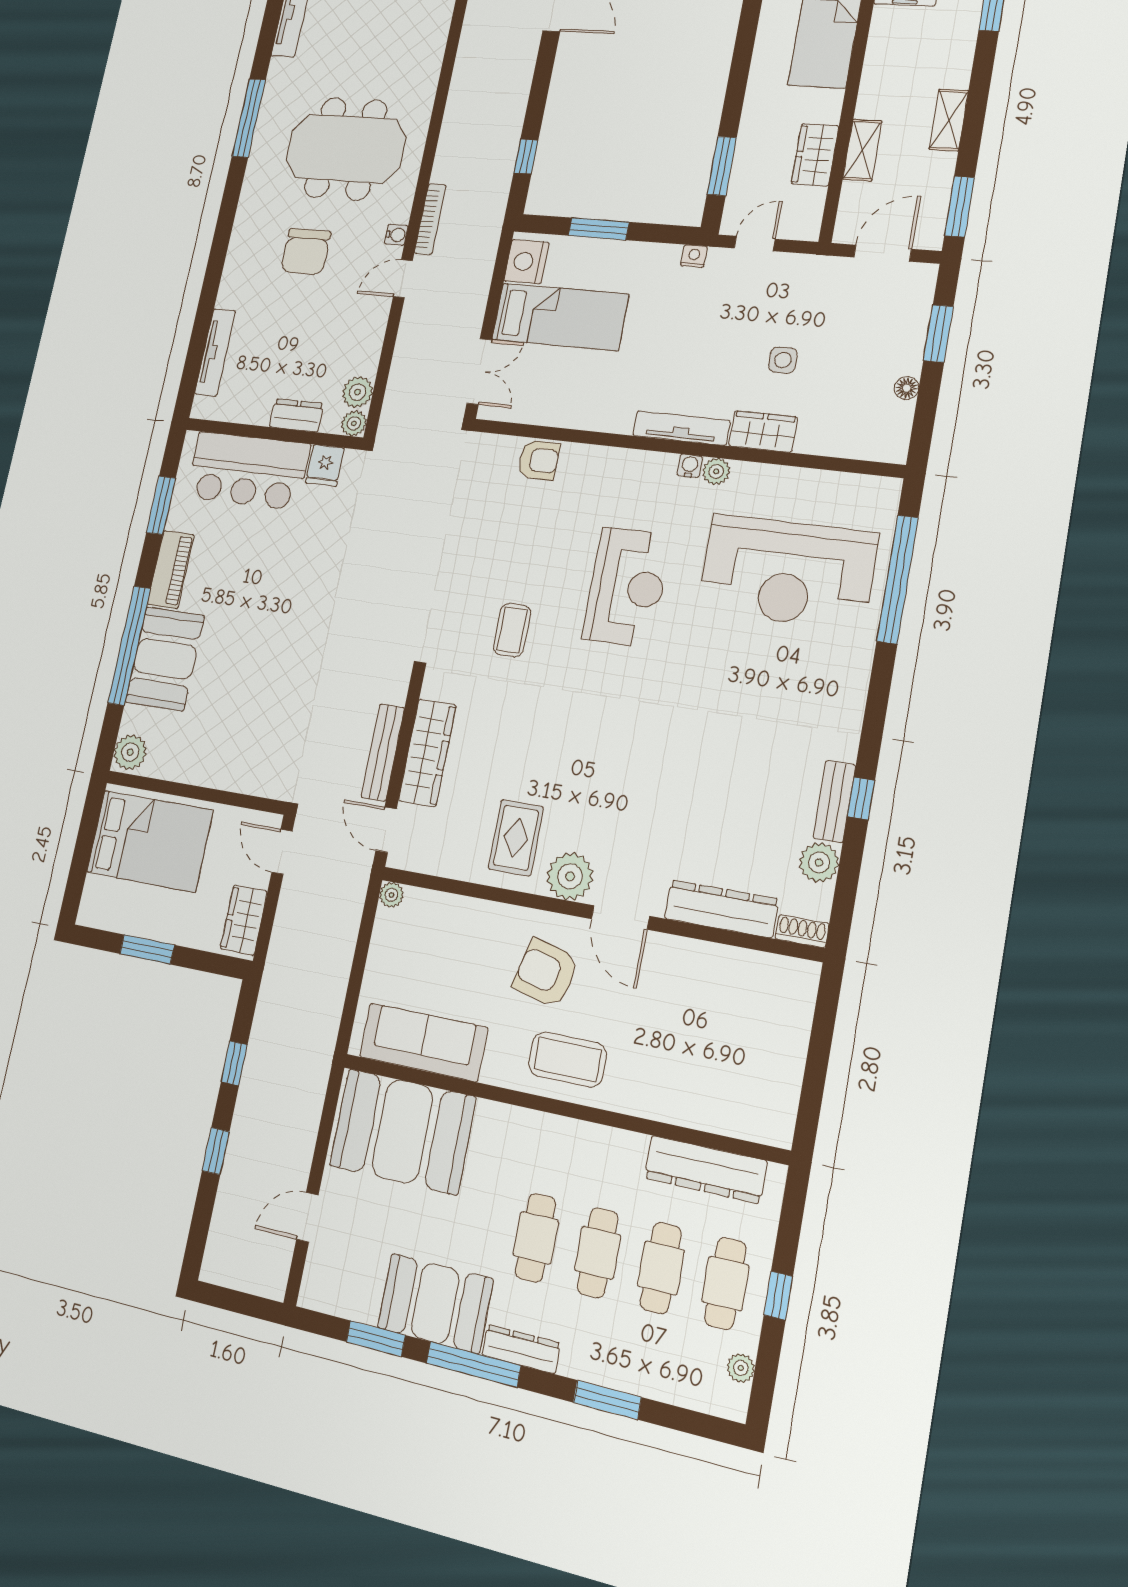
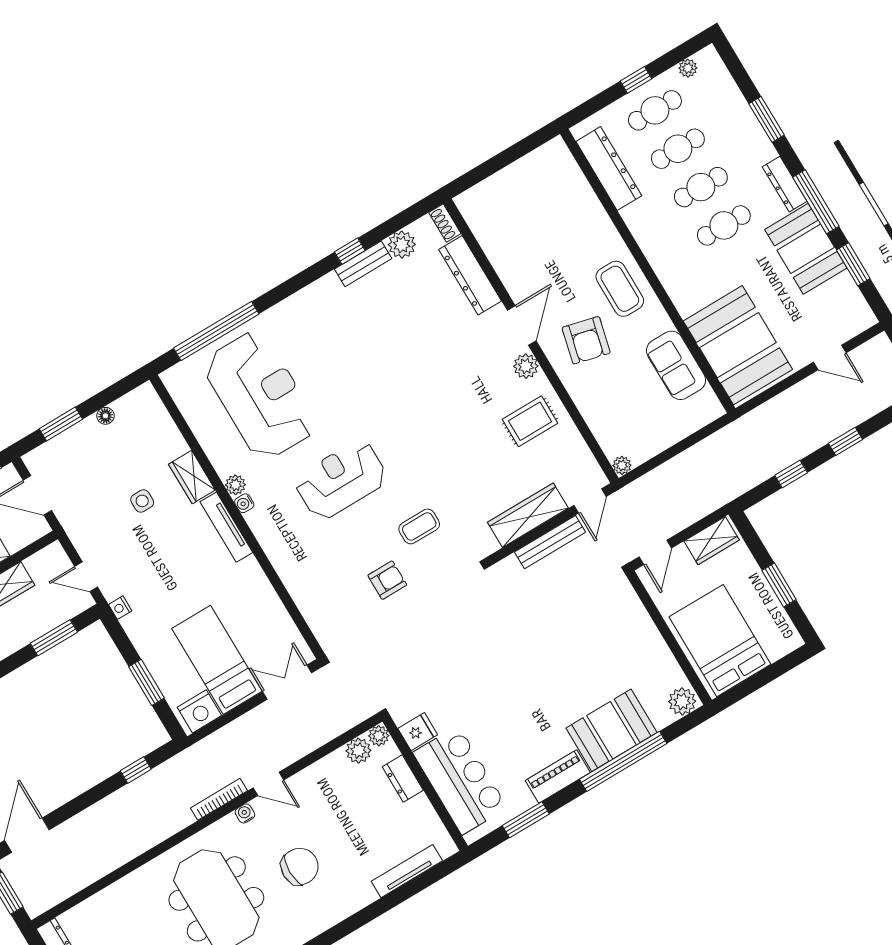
armchair: (539, 460) -> (387, 580), moved, turned 90
plant: (570, 876) -> (526, 366), width x0.73, depth x0.73
sofa: (423, 1042) -> (676, 365), width x0.73

